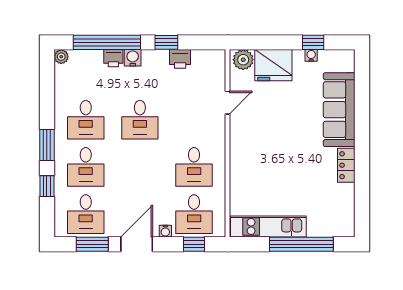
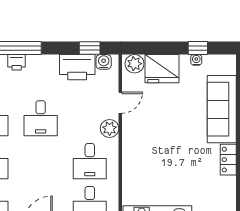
window: (166, 42) -> (90, 48), moved
water cooler: (133, 58) -> (104, 62), moved
printer: (180, 59) -> (77, 67), width x1.87, depth x1.48
plant: (216, 131) -> (110, 129), added

